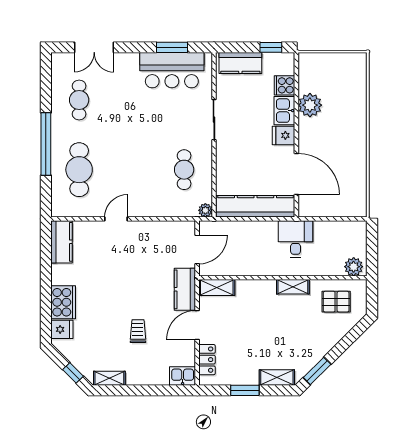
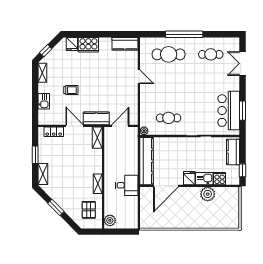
door: (197, 250) -> (120, 126), swing flipped
window: (317, 371) -> (56, 207), moved
kitchen sink: (183, 376) -> (44, 101), moved

